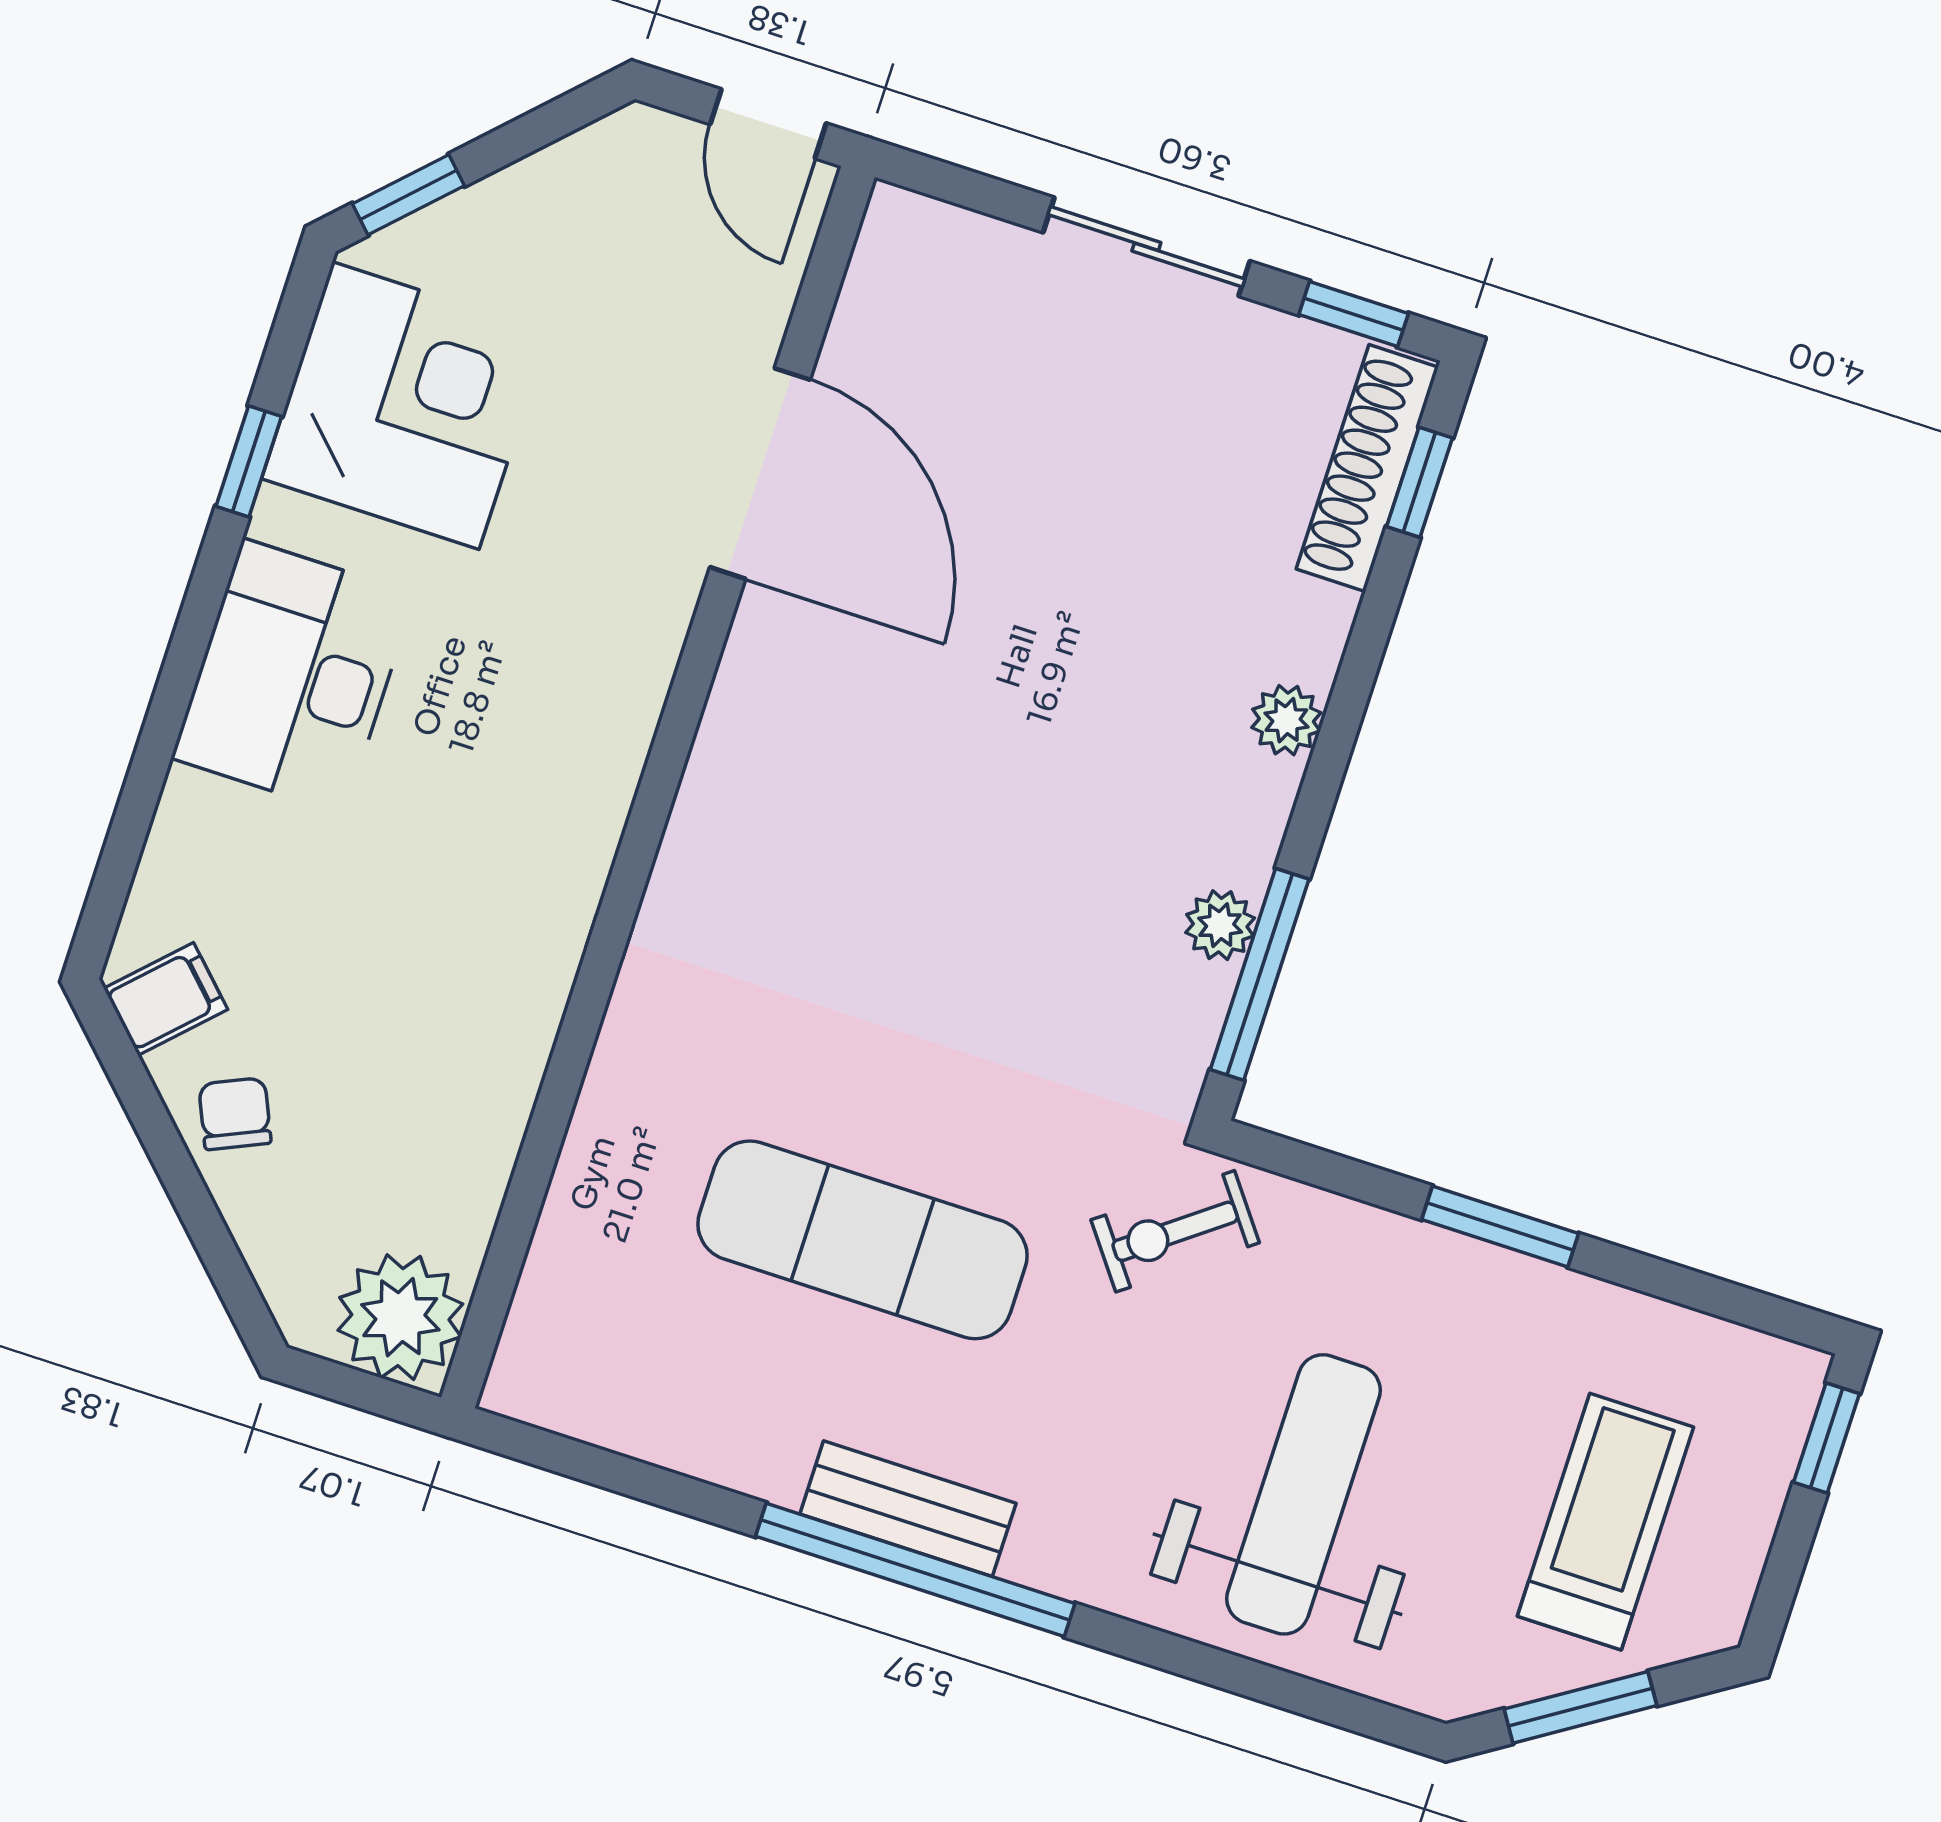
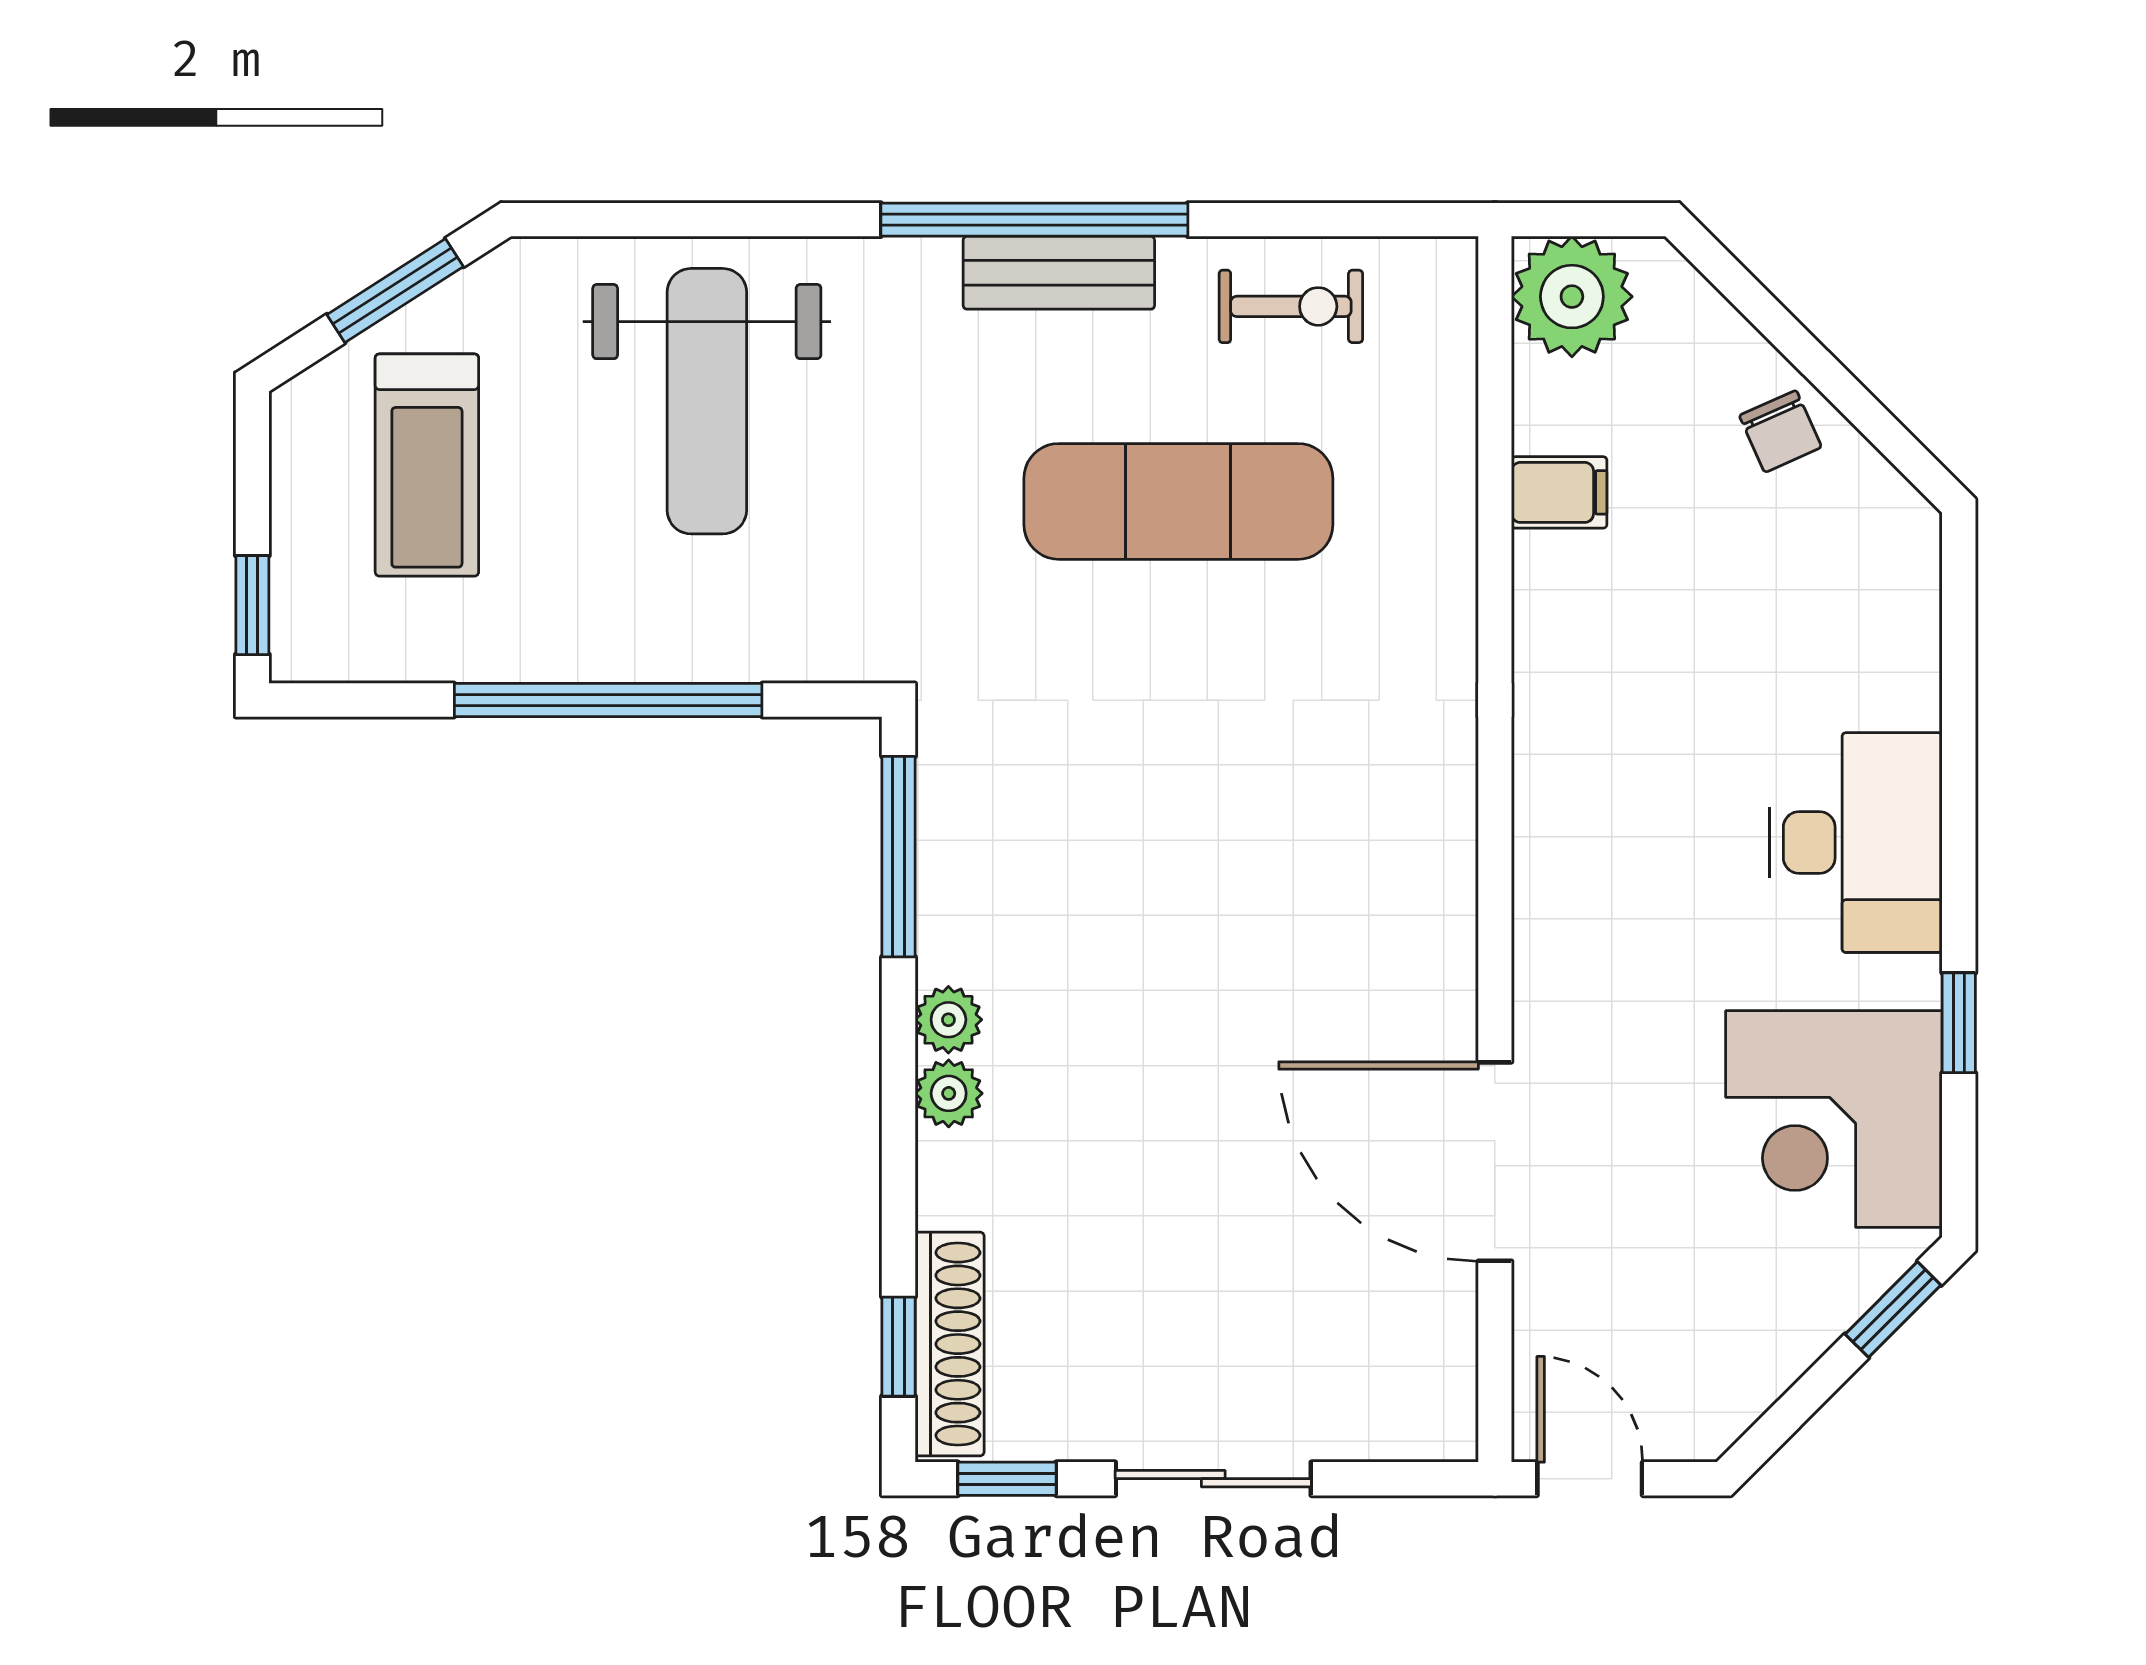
plant: (1220, 925) -> (948, 1020), moved
filing cabinet: (166, 999) -> (1559, 492), moved, turned -135
window: (1500, 1226) -> (608, 700), width x2.11
exercise bike: (1175, 1231) -> (1291, 306), moved, turned 37

